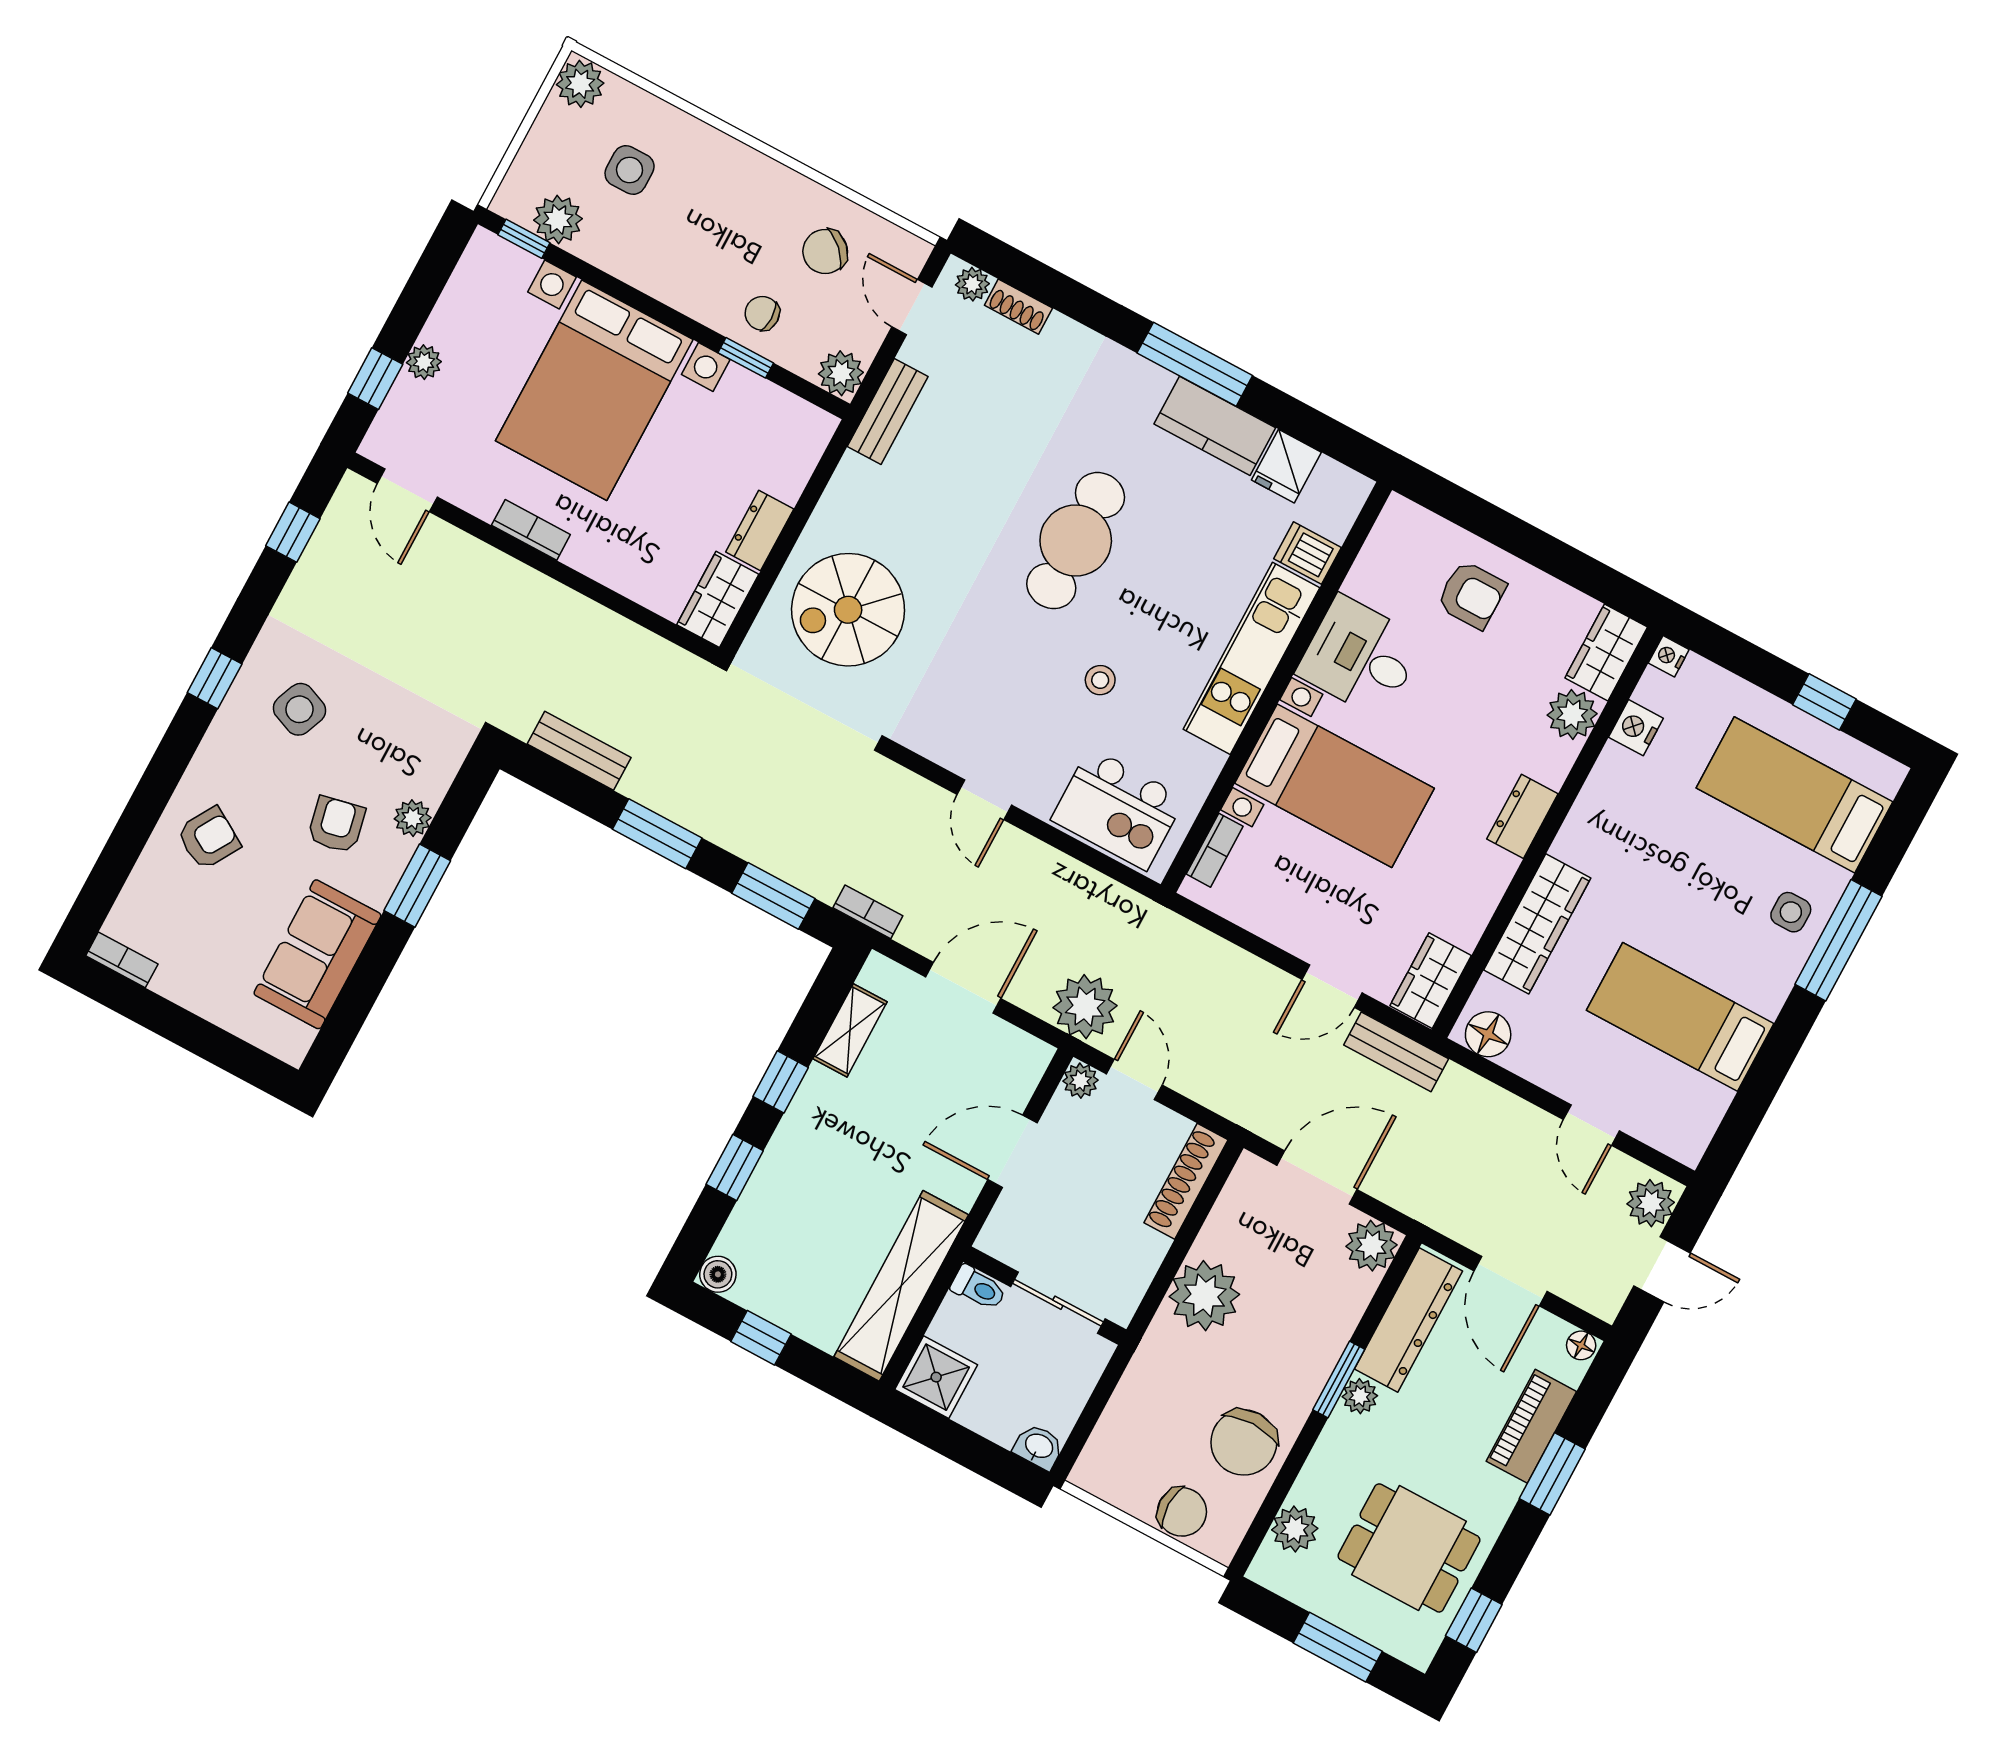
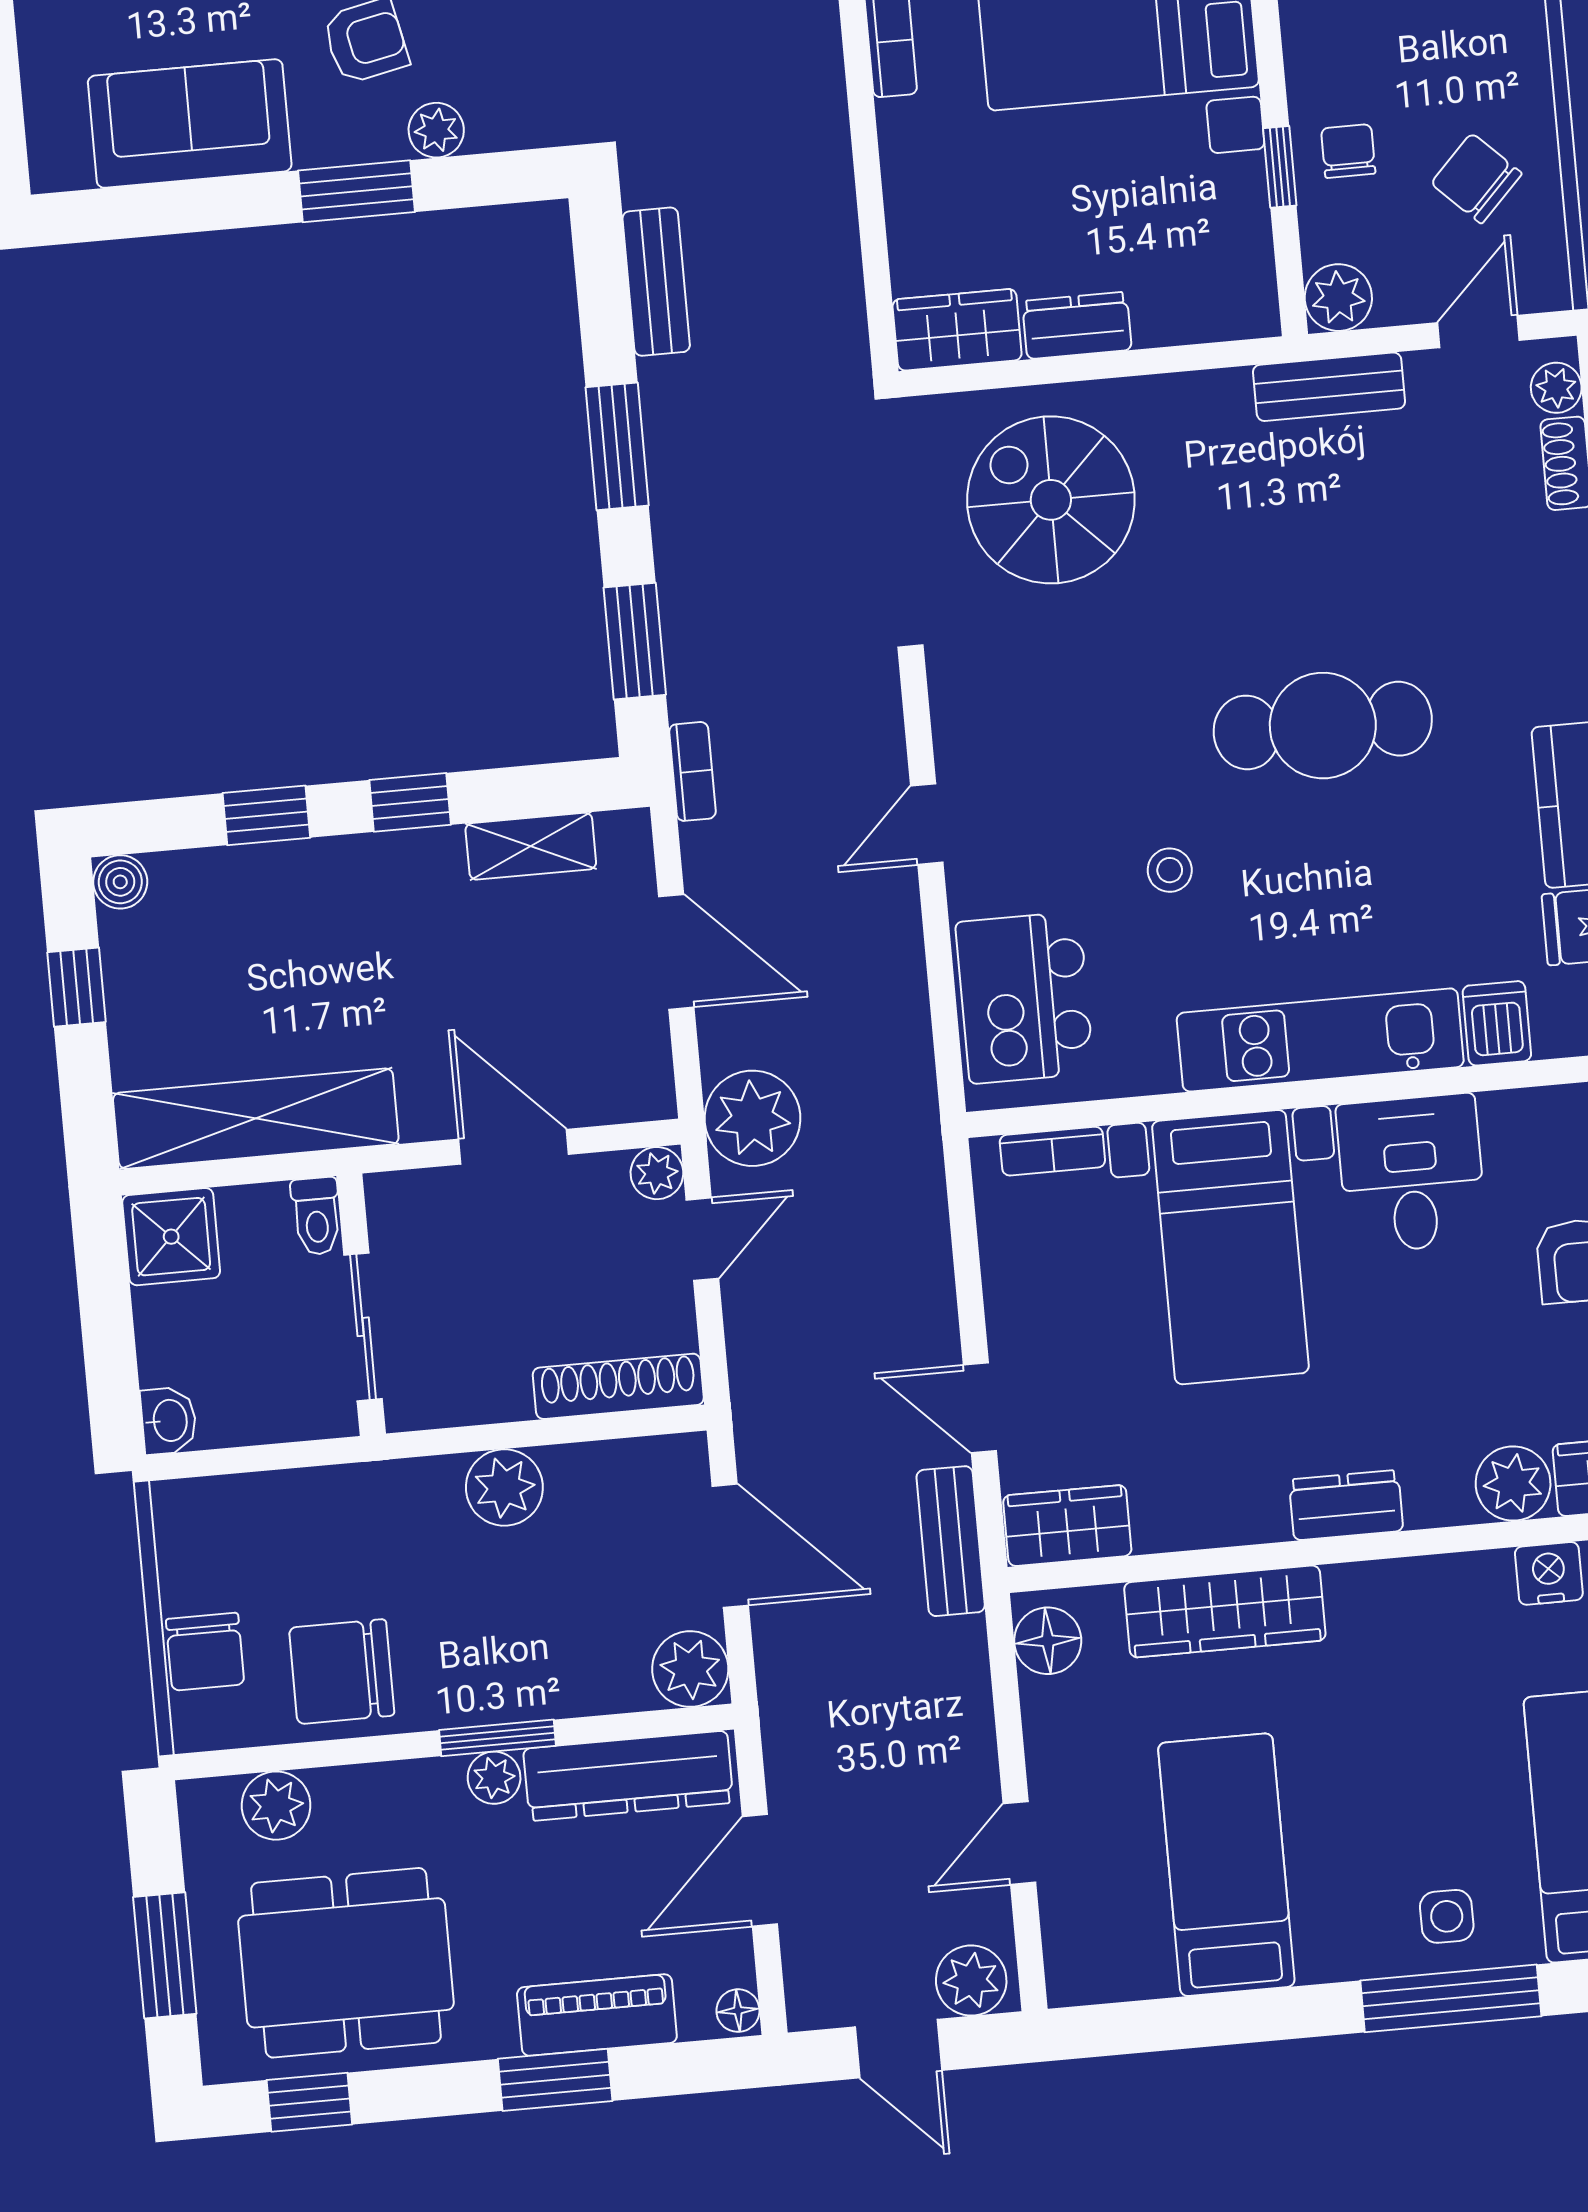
plant: (1204, 1296) -> (504, 1487), width x0.73, depth x0.73
dining table: (1409, 1548) -> (346, 1963), width x1.38

